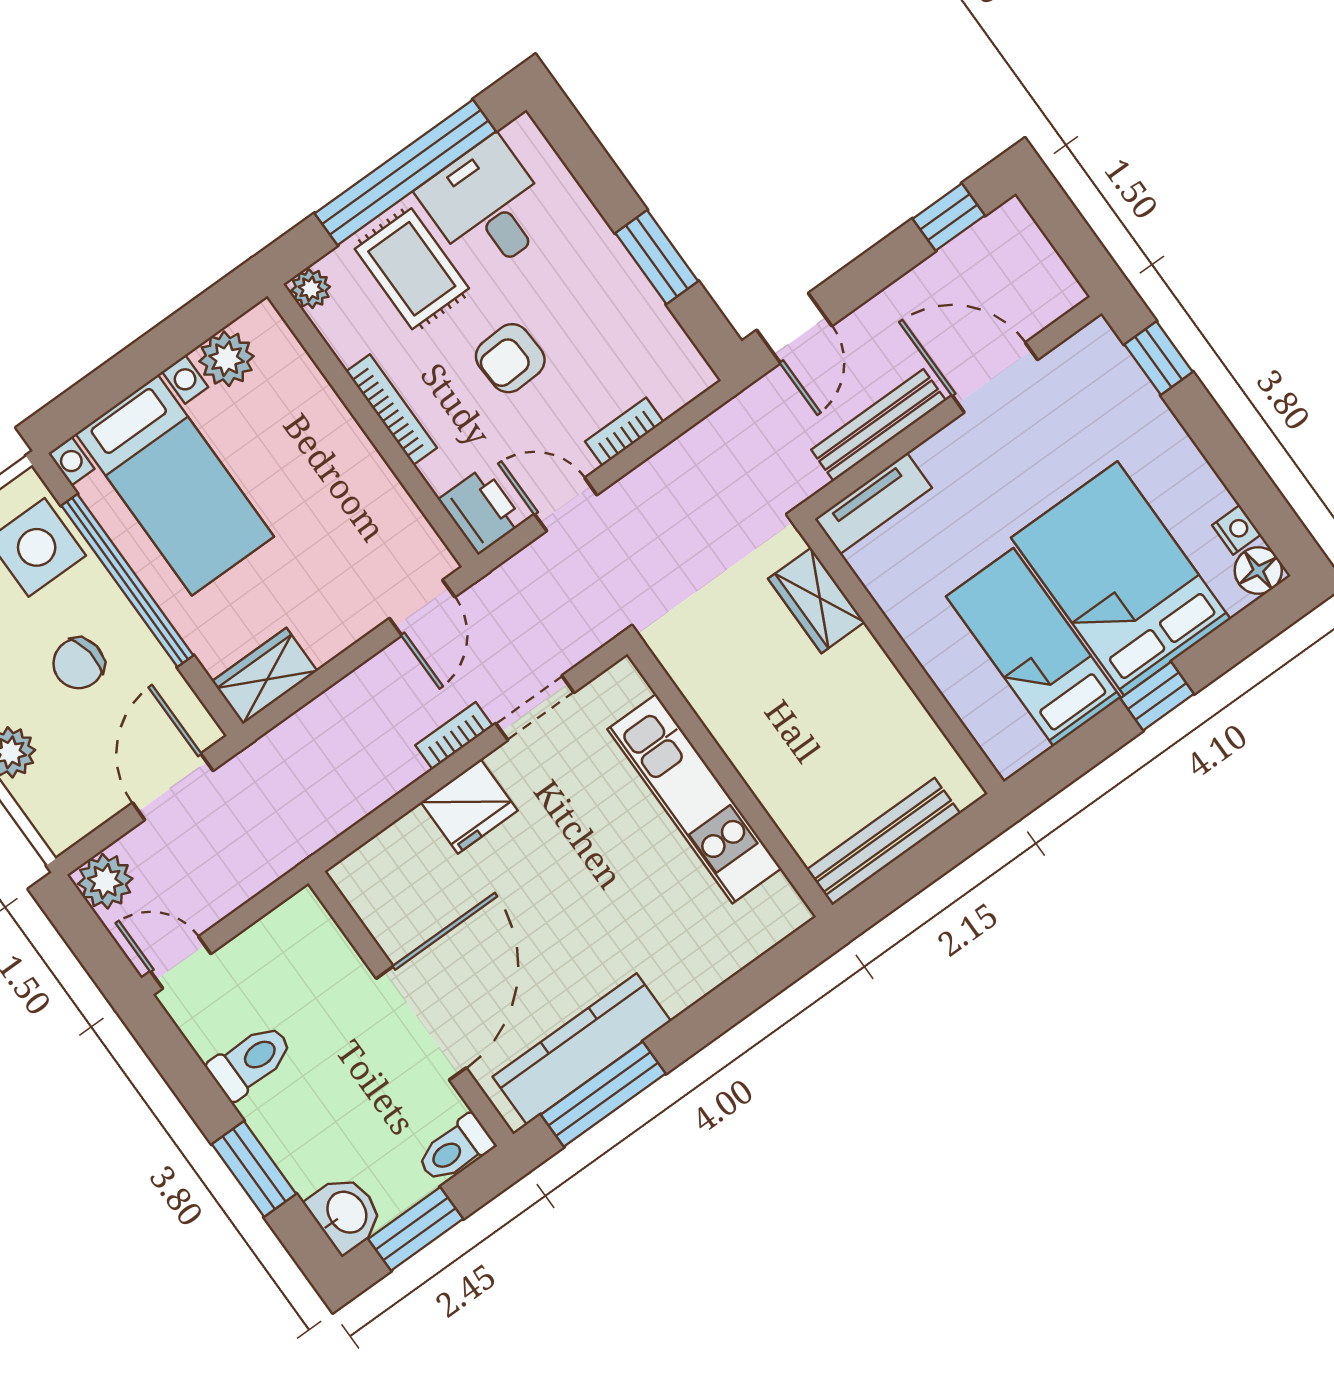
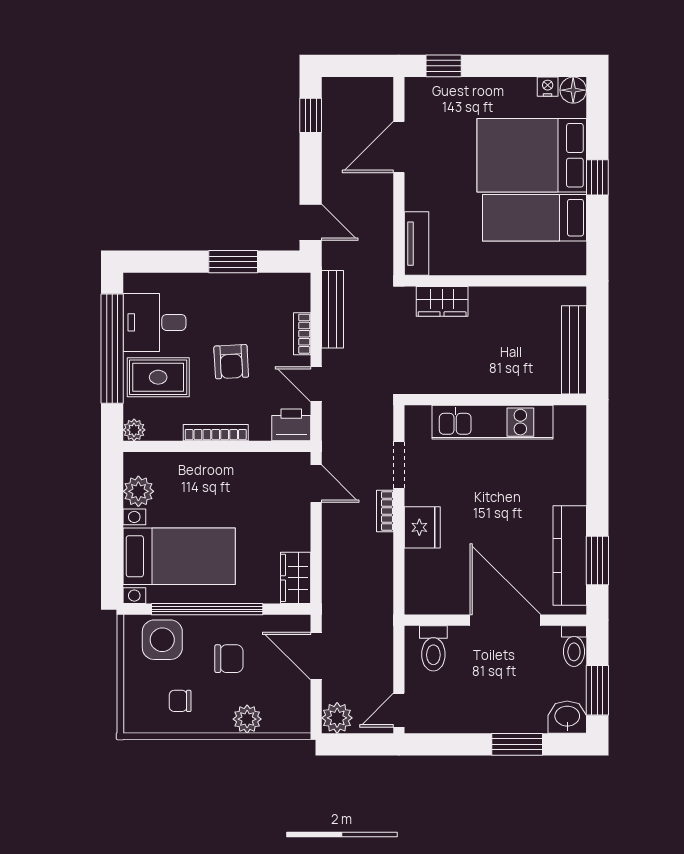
bench: (879, 425) -> (333, 309), moved
door: (566, 504) -> (316, 384), hinge flipped
chair: (79, 663) -> (229, 659), turned -82
toilet: (251, 1061) -> (433, 648), moved, turned 180
window: (603, 1094) -> (597, 560), width x0.69

